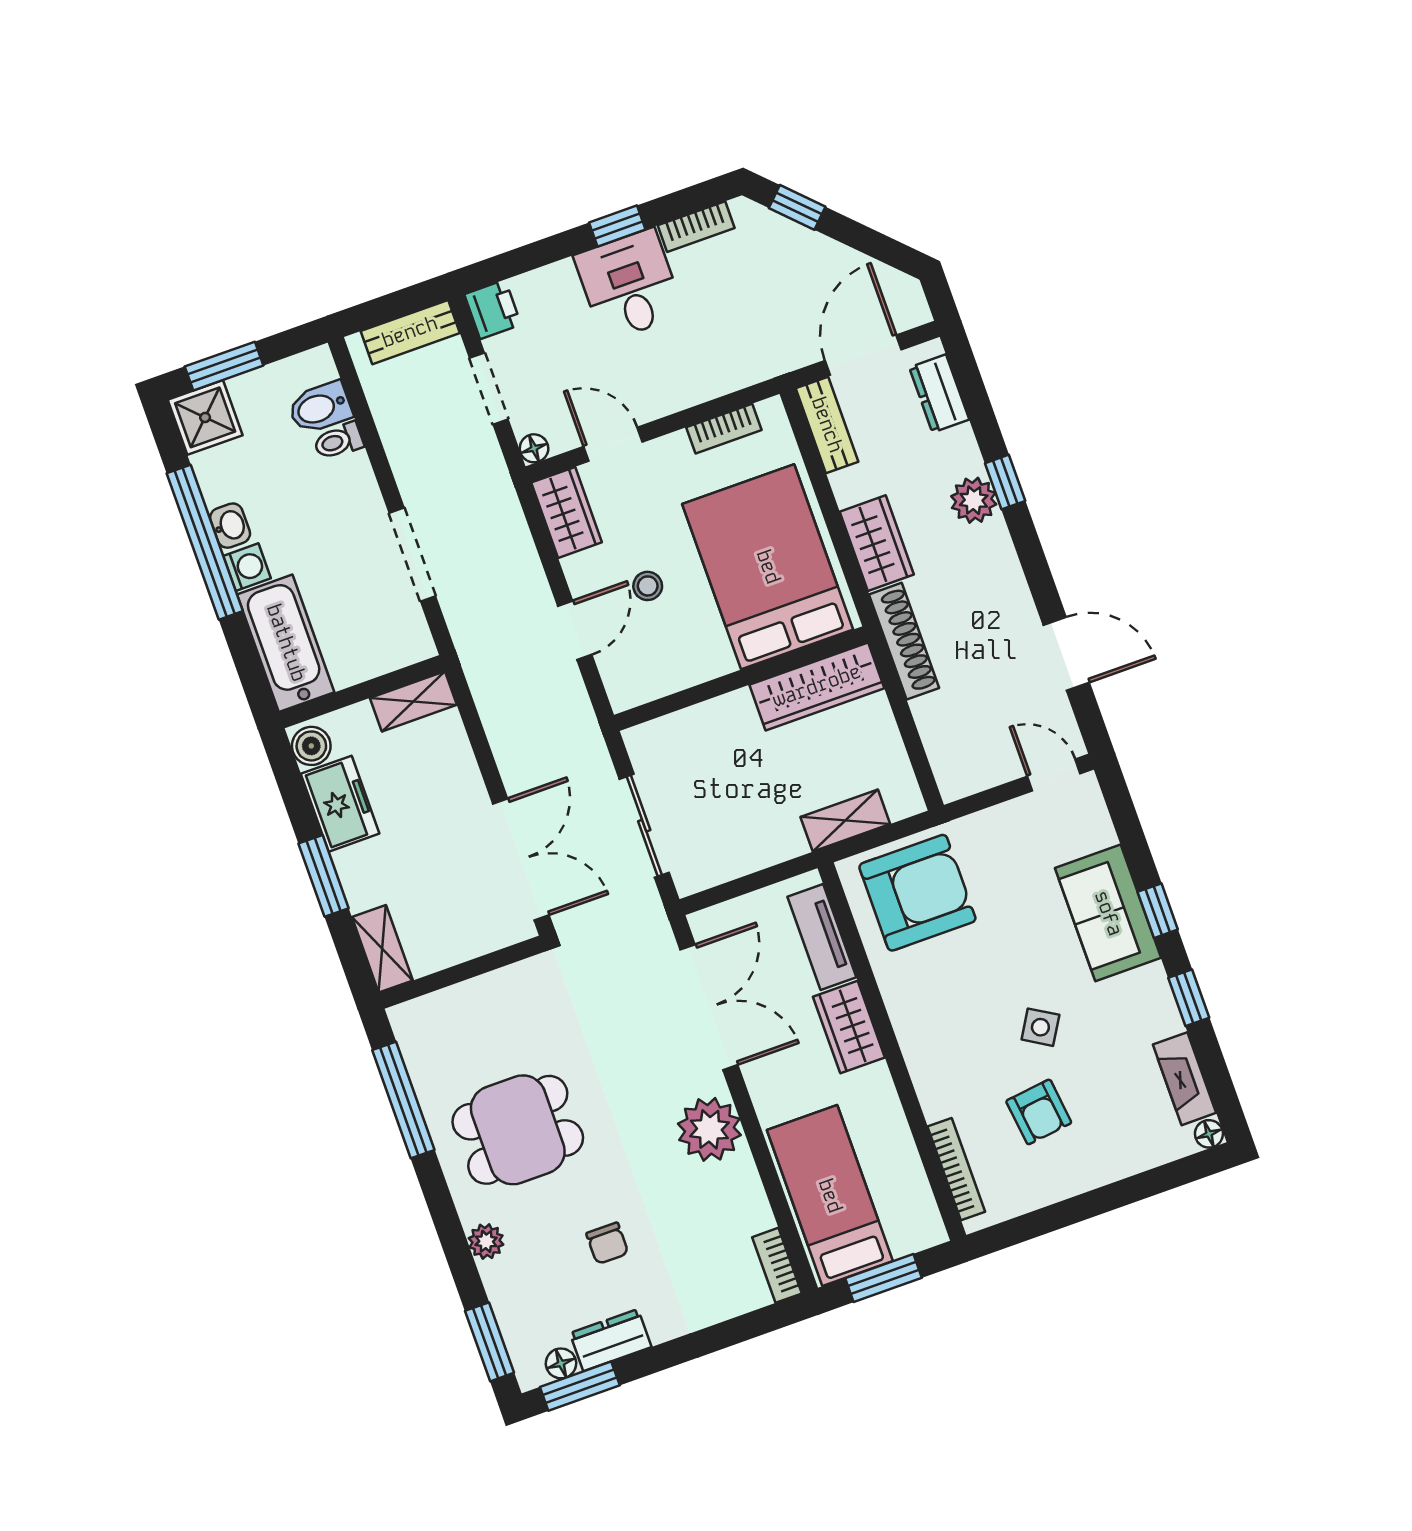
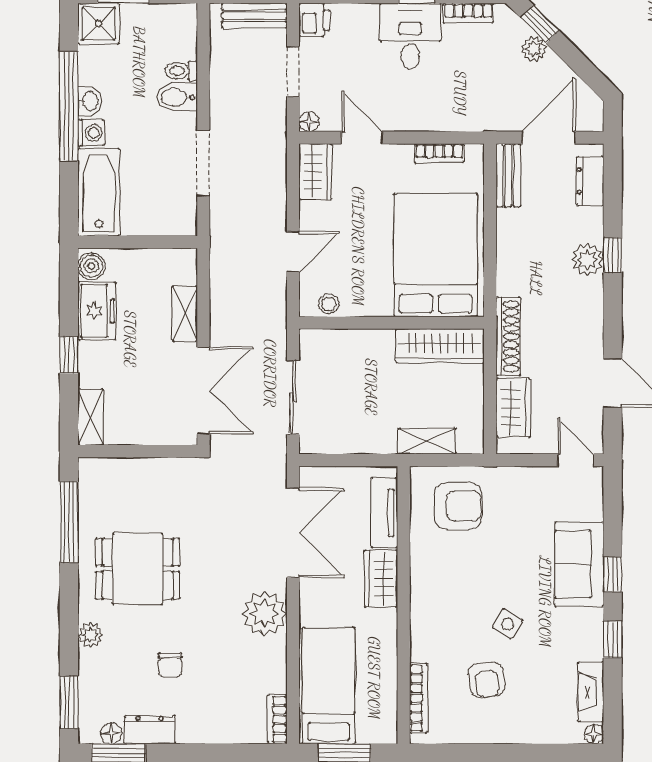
plant: (801, 243) -> (534, 49), added
bidet: (320, 408) -> (177, 97), moved
wardrobe: (877, 543) -> (513, 408), moved
stool: (648, 586) -> (329, 304), moved
shelving: (413, 701) -> (185, 314), moved, turned 90
window: (324, 876) -> (69, 355), width x0.67
armchair: (917, 893) -> (458, 506), width x0.73, depth x0.73

